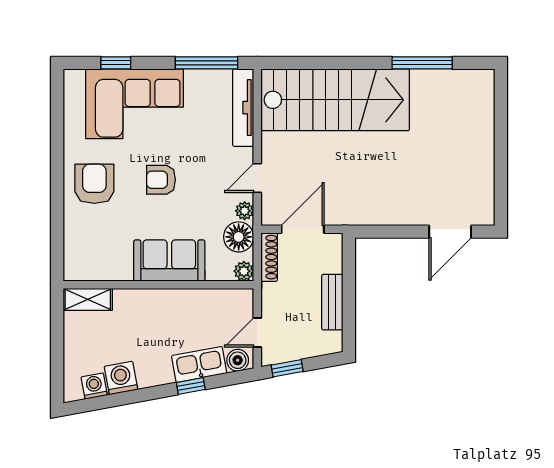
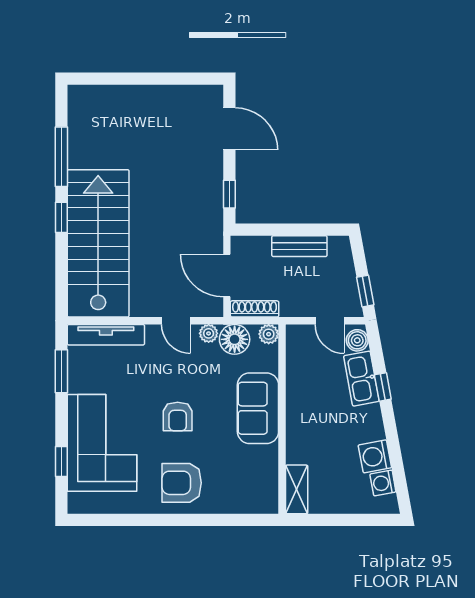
window: (207, 63) -> (61, 371), width x0.69
window: (361, 63) -> (61, 217), added
window: (385, 232) -> (229, 194), added

